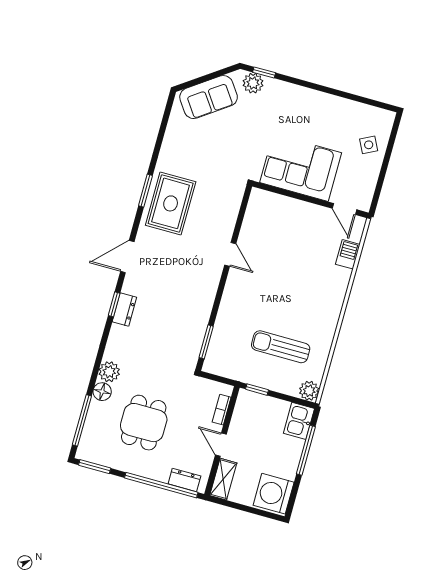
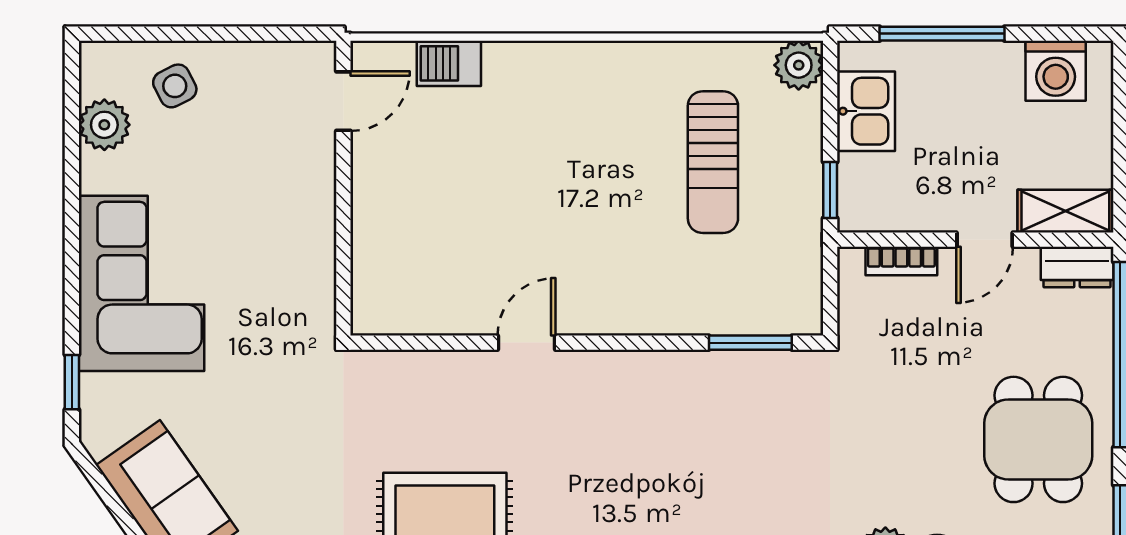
plant: (253, 83) -> (104, 125), moved
corner sofa: (301, 168) -> (141, 283), moved, turned 180
kitchen sink: (299, 421) -> (866, 111), moved, turned -90
dining table: (144, 423) -> (1038, 439), moved, turned 90
dresser: (184, 480) -> (1077, 267), moved, turned -90
washing machine: (274, 494) -> (1056, 71), width x0.73, depth x0.73

